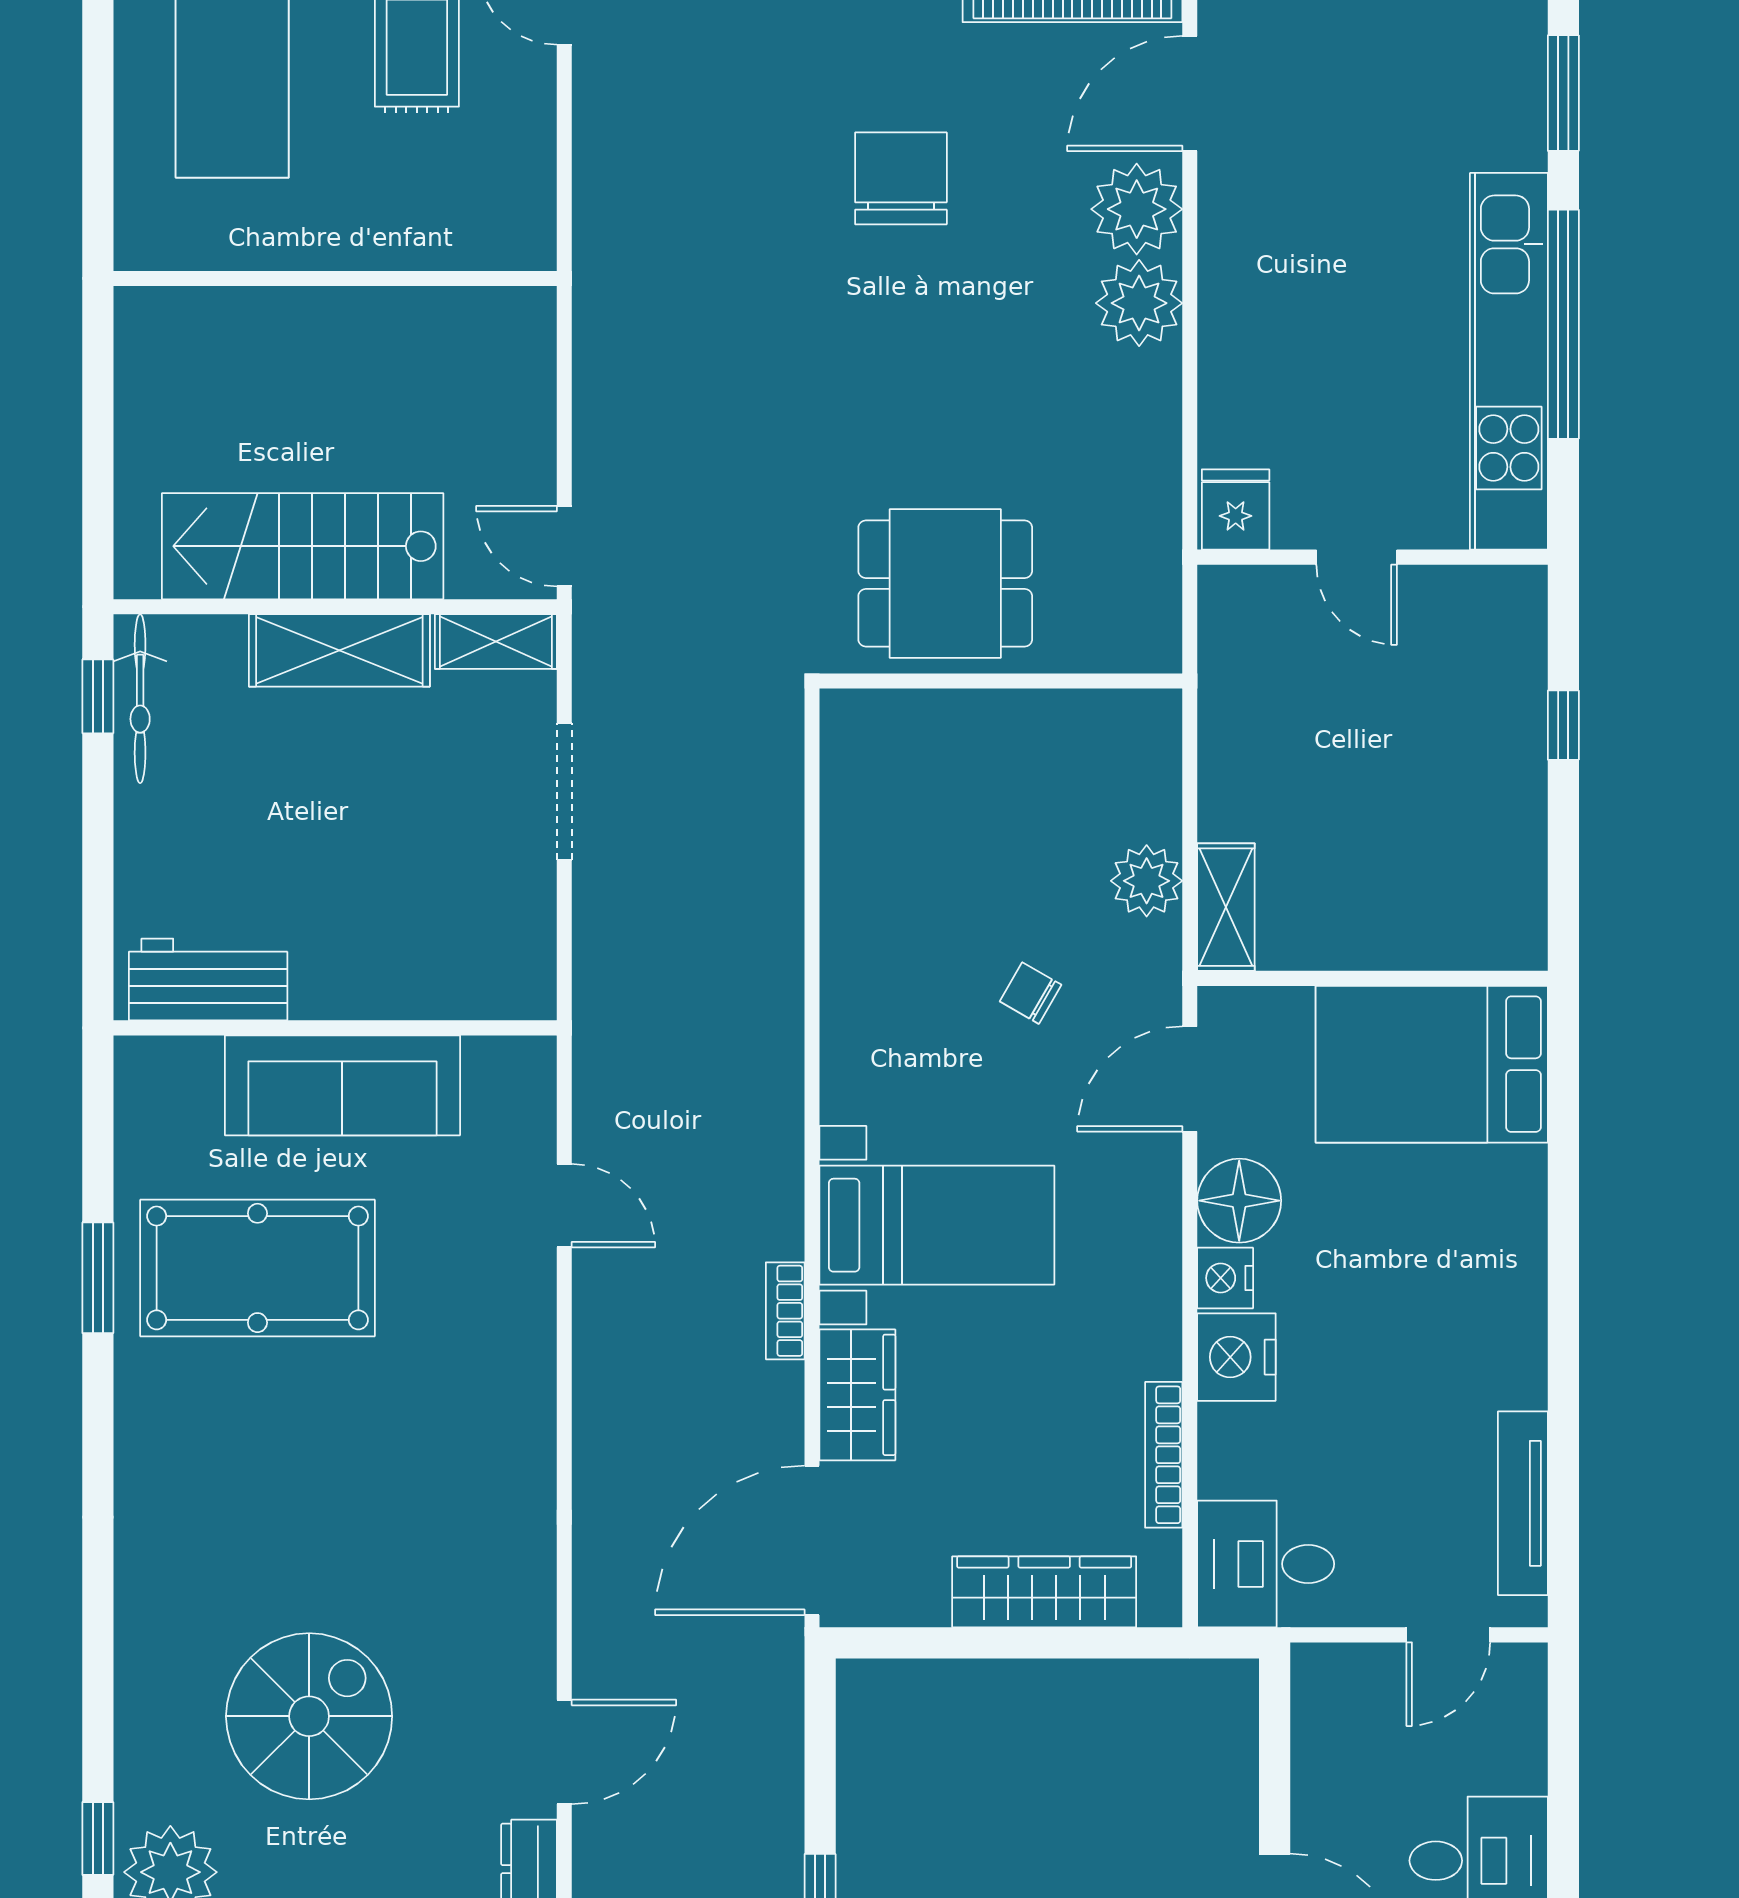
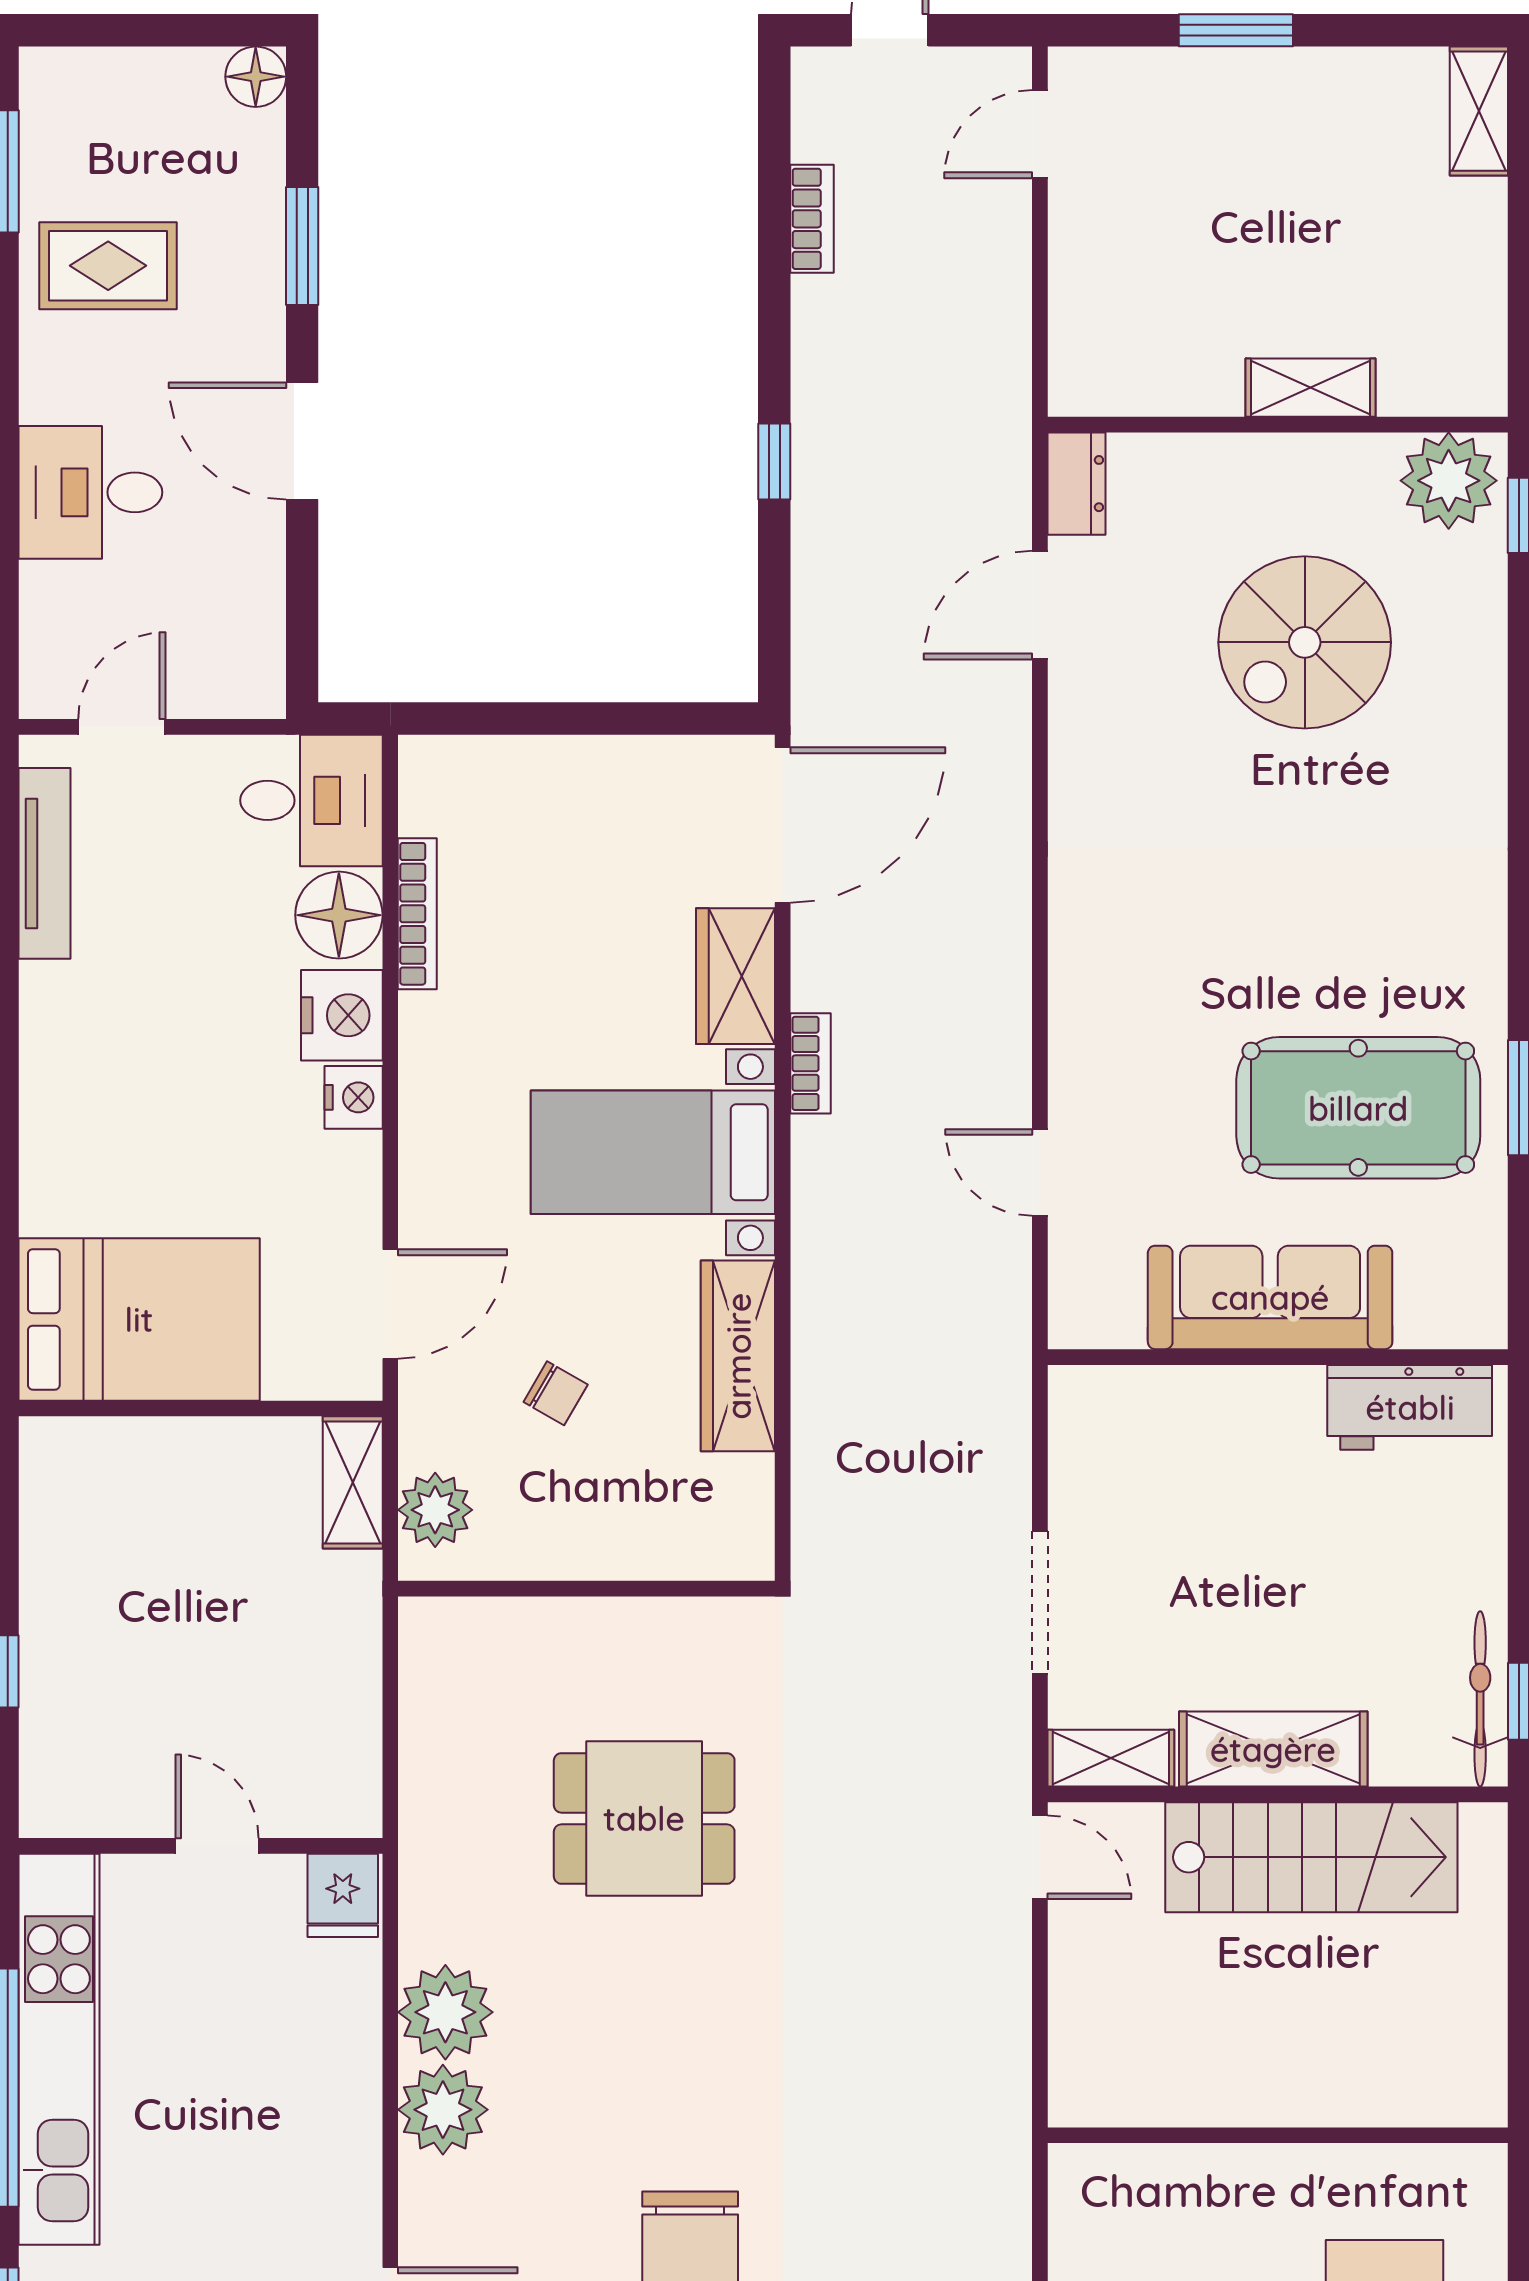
plant: (1137, 209) -> (445, 2012), moved
wall: (1001, 681) -> (586, 1589), moved
floor lamp: (1239, 1201) -> (339, 915), moved
wardrobe: (1044, 1592) -> (738, 1356), moved, turned 90

